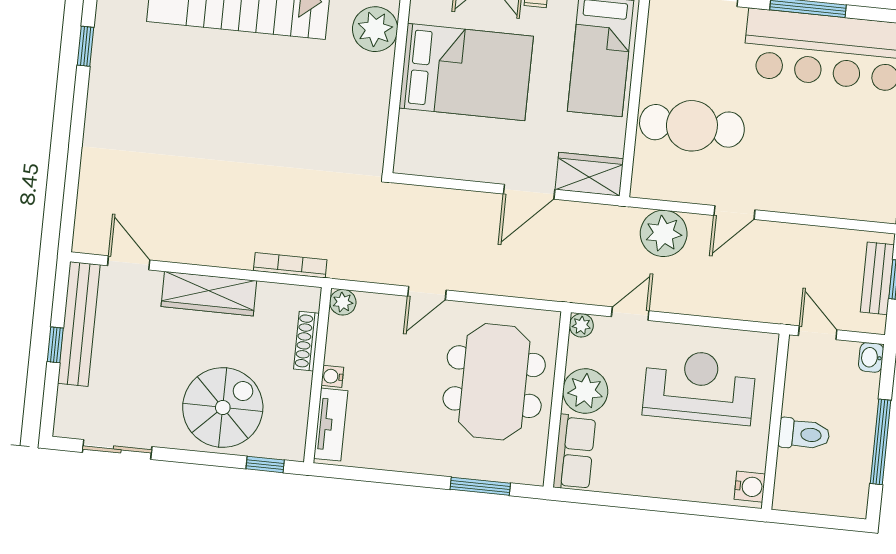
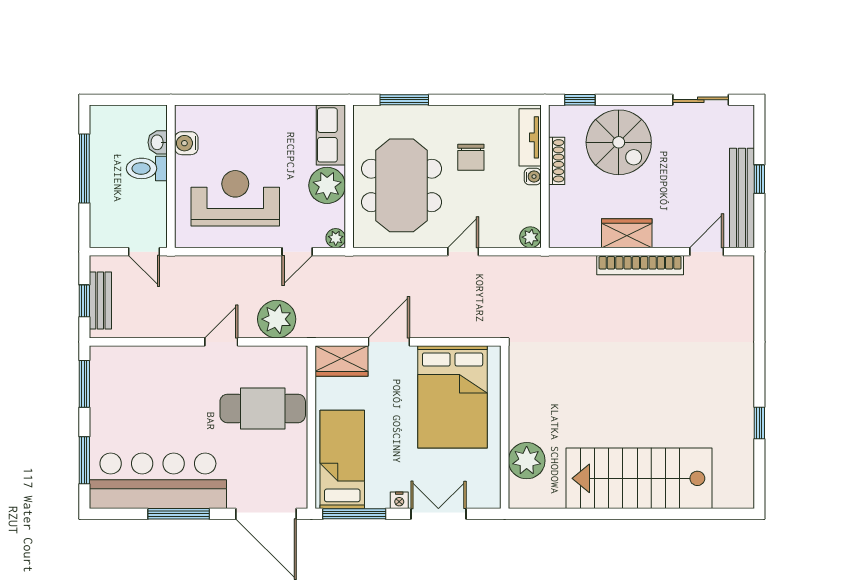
bed: (466, 72) -> (453, 397), moved, turned -90
door: (129, 263) -> (707, 252), swing flipped
bookcase: (290, 265) -> (640, 265), moved, width x1.48, depth x1.31
wardrobe: (209, 294) -> (627, 233), width x0.67
shoe rack: (306, 341) -> (557, 161), moved
washbasin: (871, 357) -> (158, 142), moved, turned 180
reception desk: (699, 387) -> (235, 198), turned 180
spiral stairs: (223, 408) -> (619, 142), turned -90
chair: (406, 408) -> (471, 157), added
water cooler: (750, 487) -> (186, 143), moved

